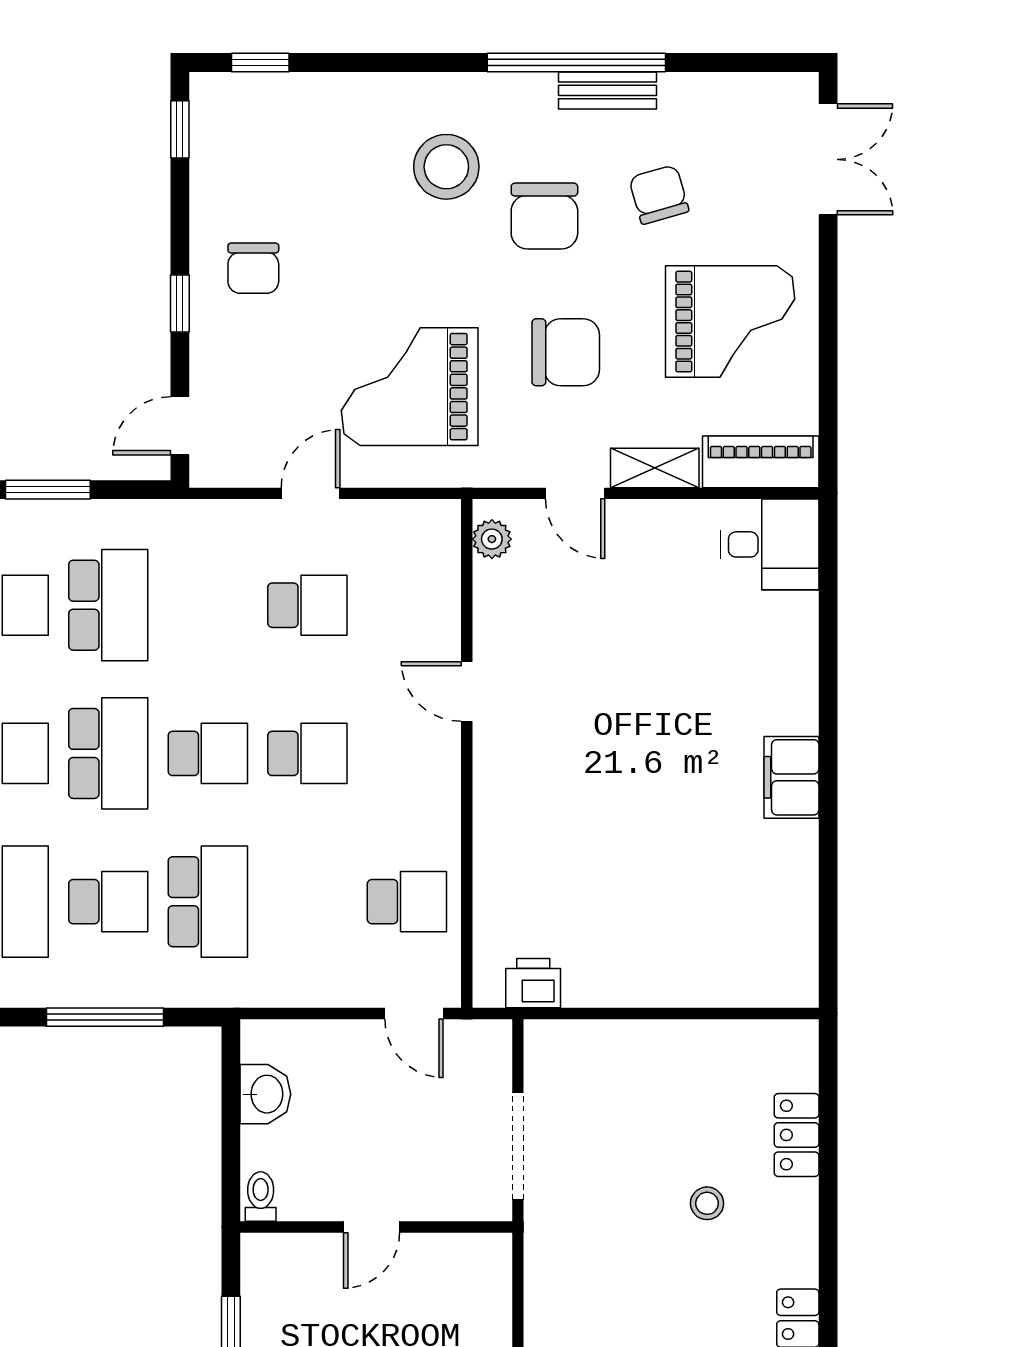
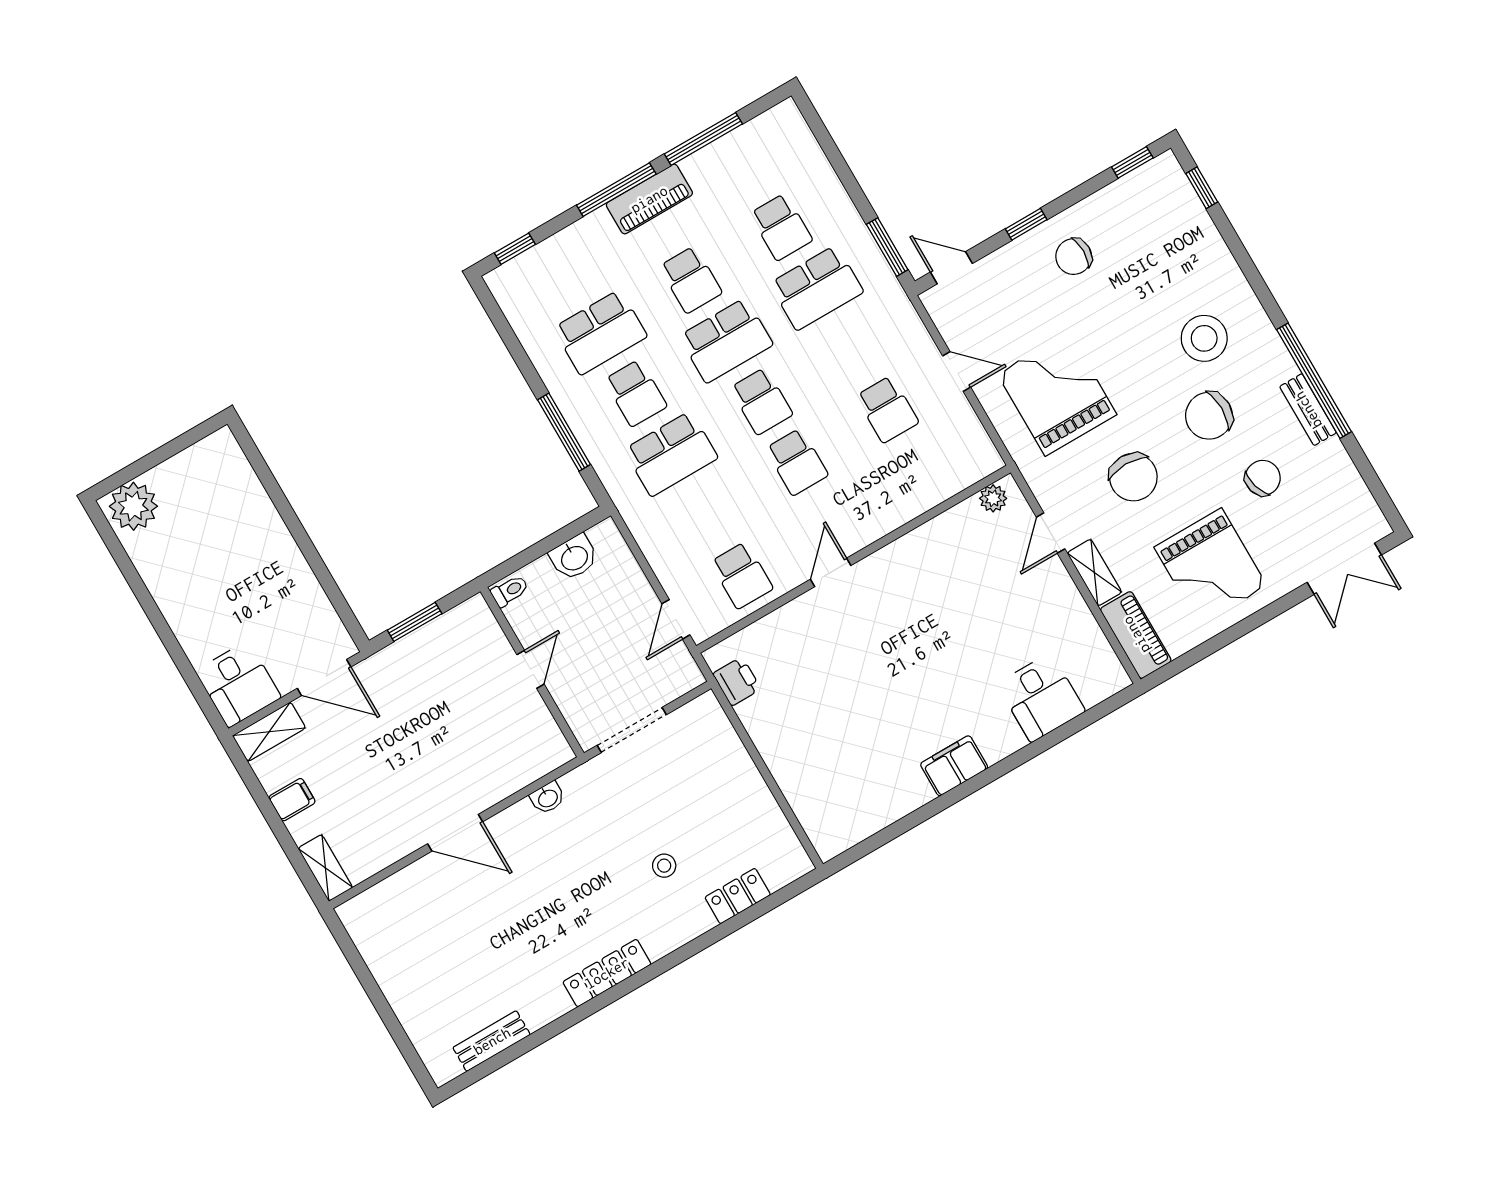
window: (48, 490) -> (887, 247), moved
desk: (770, 544) -> (1041, 697), moved
door: (467, 692) -> (831, 572), moved
door: (372, 1227) -> (531, 669), swing flipped
washbasin: (541, 1298) -> (548, 798), added

